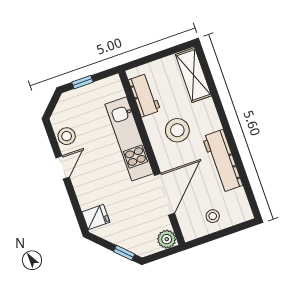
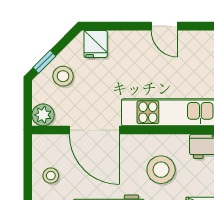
stool: (67, 136) -> (63, 76), moved

